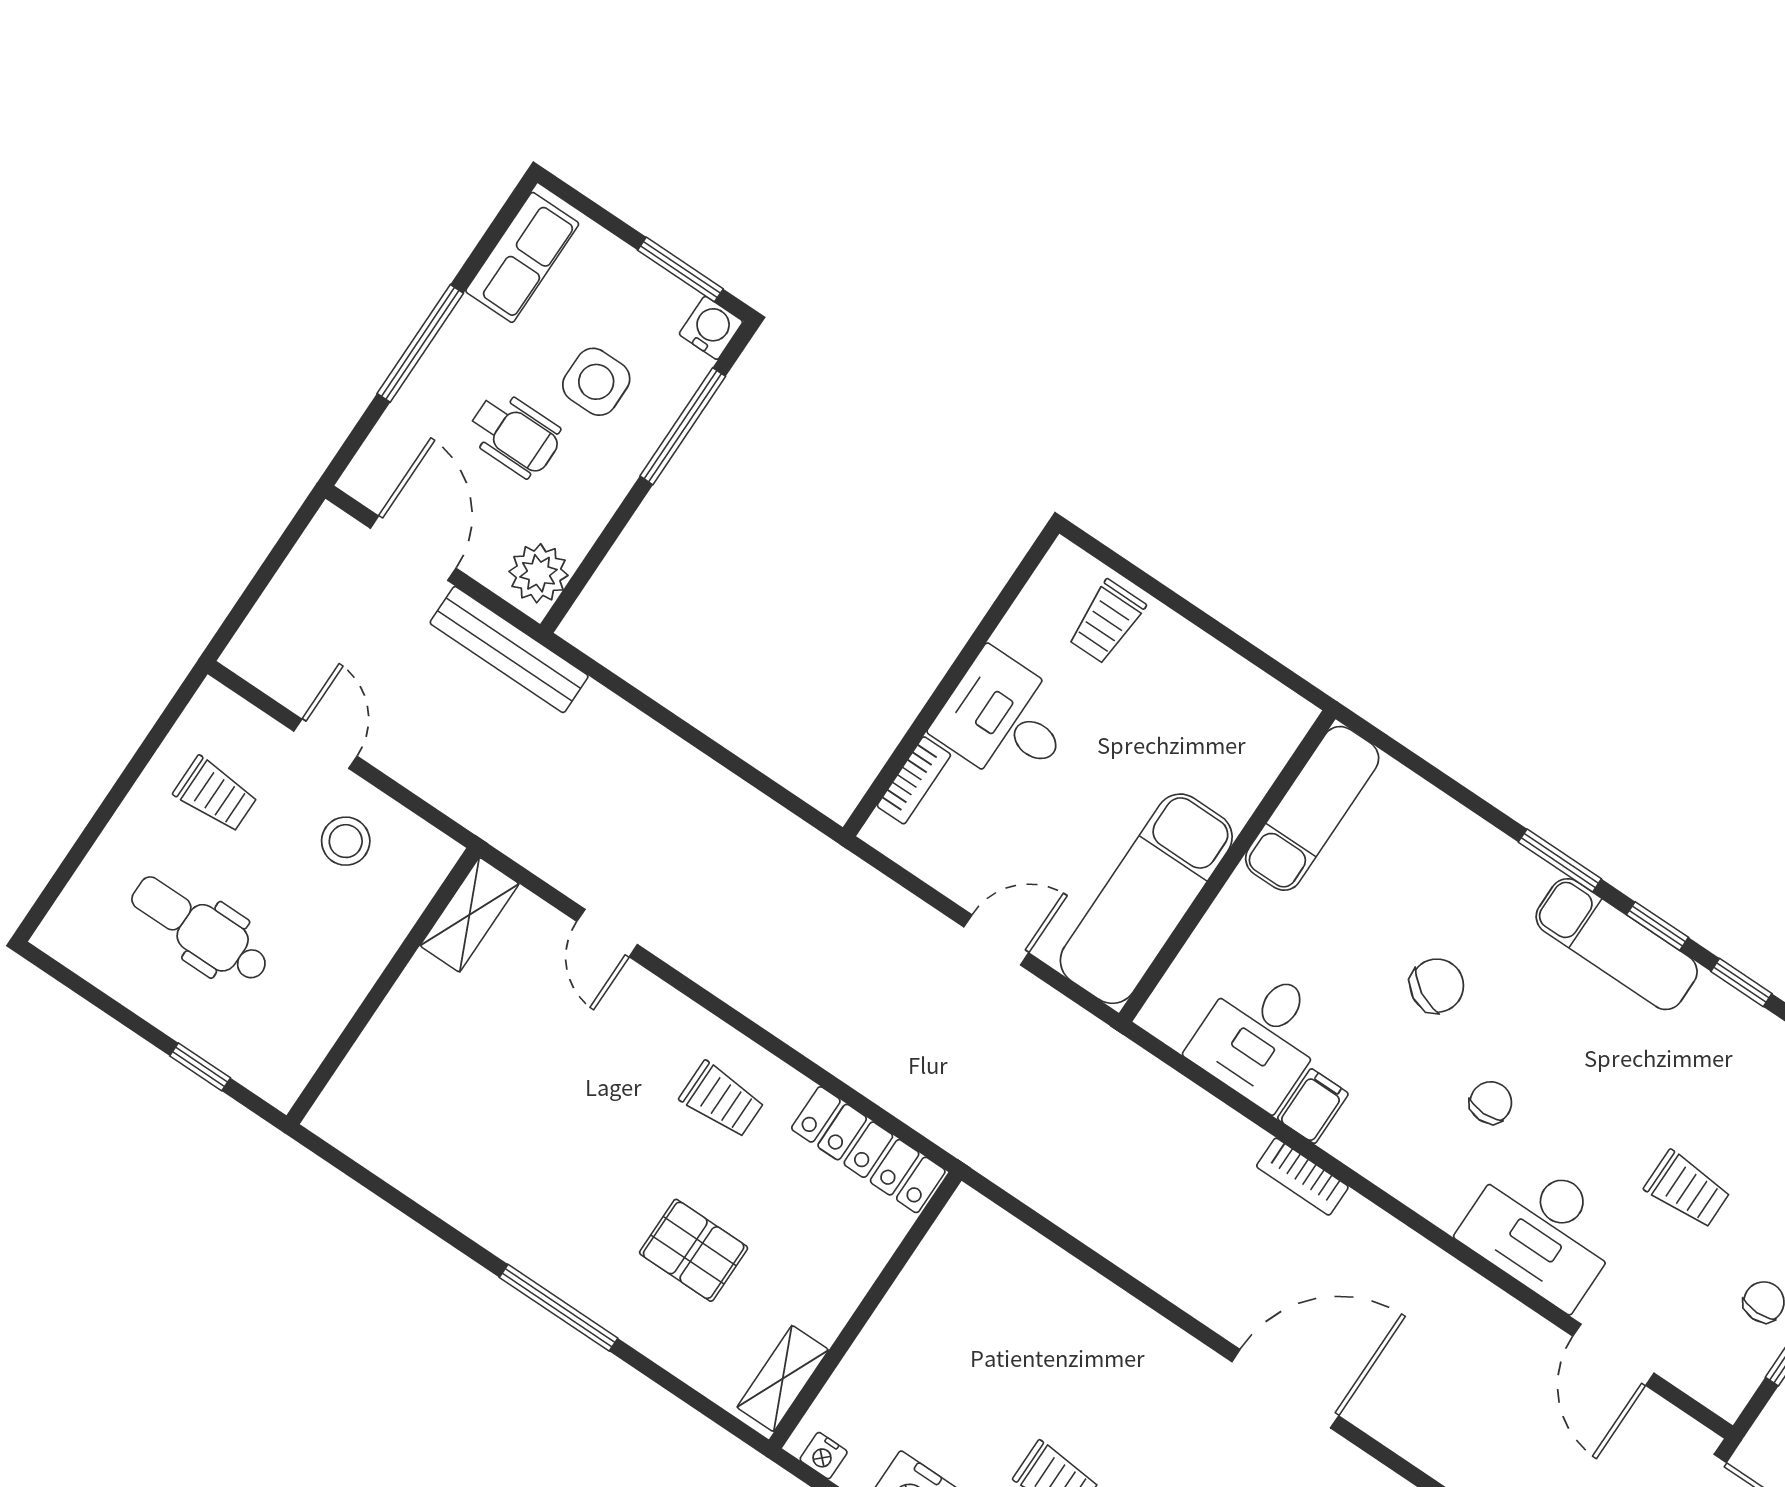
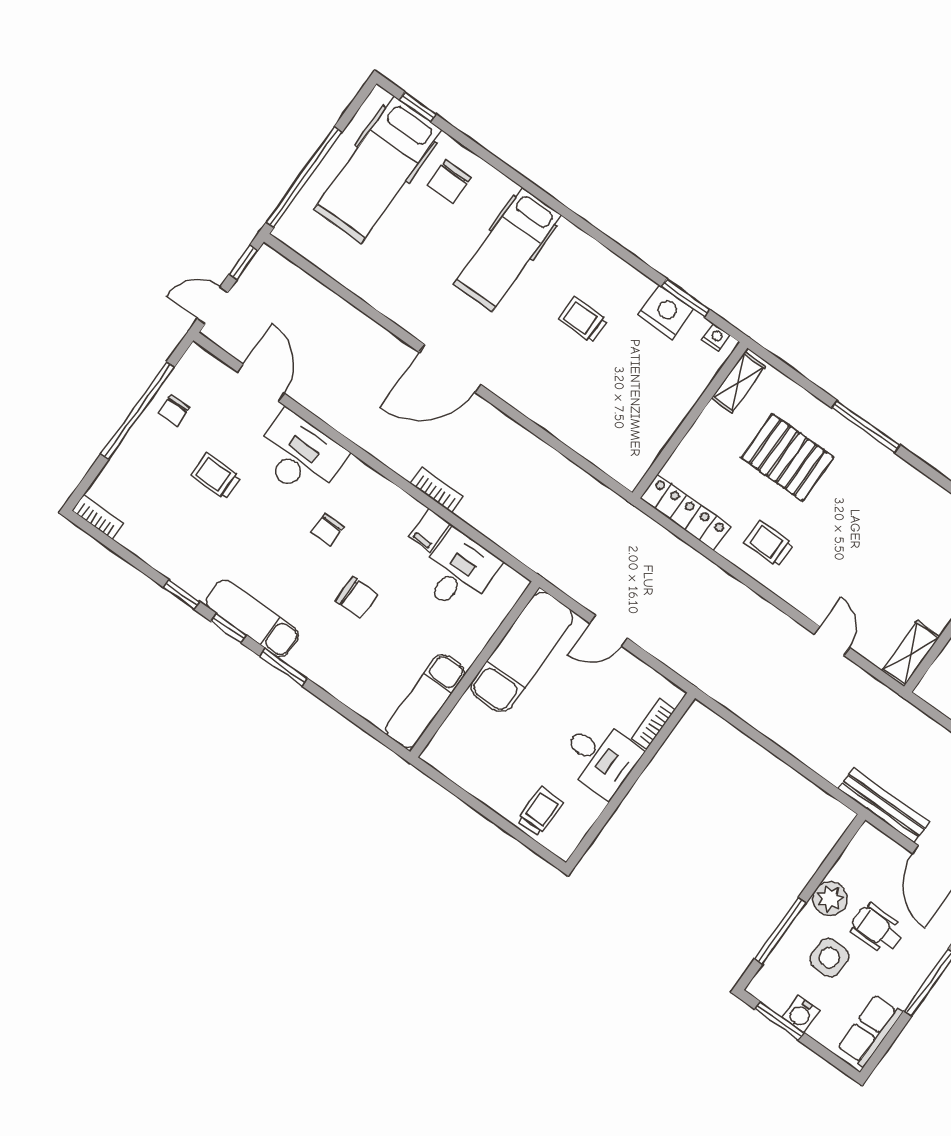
water cooler: (711, 328) -> (801, 1014), moved
plant: (539, 573) -> (830, 899), moved
chair: (1437, 986) -> (356, 597), turned -119
pallet: (694, 1250) -> (787, 457), width x1.50, depth x1.42

